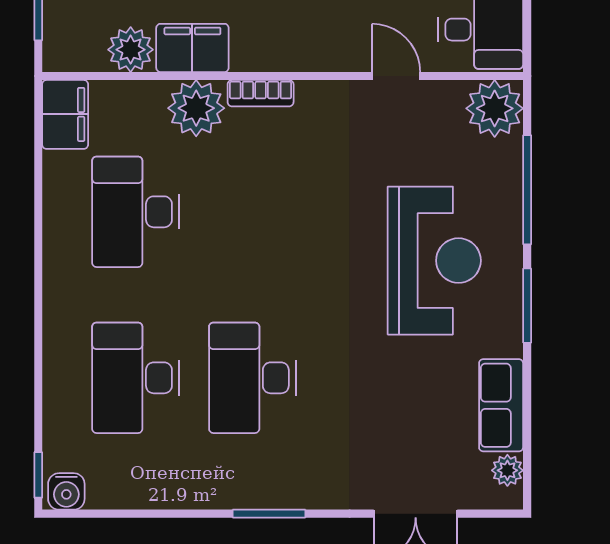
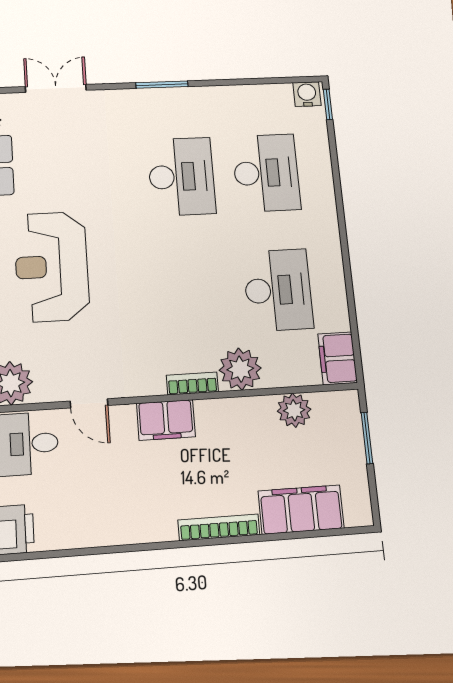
filing cabinet: (192, 48) -> (166, 420), moved

